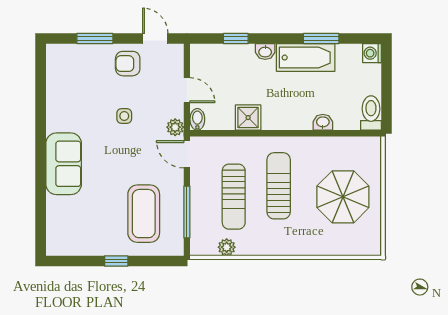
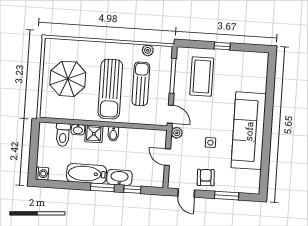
window: (321, 39) -> (102, 187), moved
washbasin: (265, 52) -> (119, 177), width x1.91, depth x1.45
armchair: (128, 64) -> (206, 177), turned -93
toilet: (371, 113) -> (63, 135), moved
shower: (248, 118) -> (94, 134), moved
bidet: (197, 119) -> (113, 134), moved
sofa: (64, 164) -> (249, 131), width x1.85, depth x1.27
sun lounger: (279, 186) -> (110, 89), width x1.36, depth x1.34

